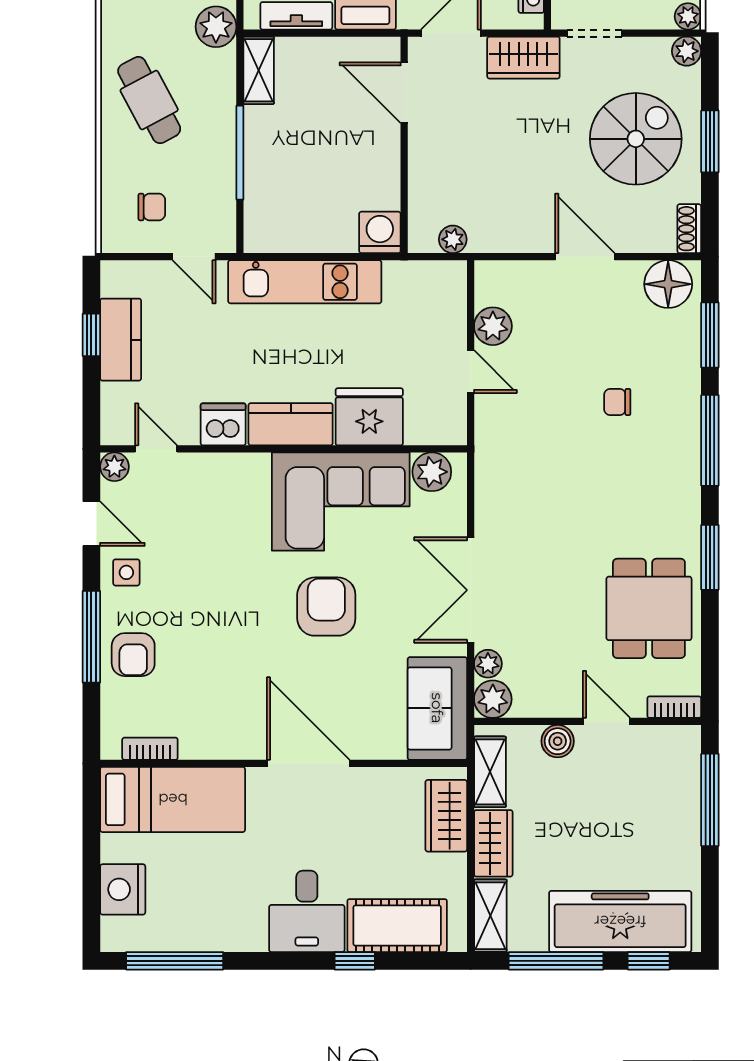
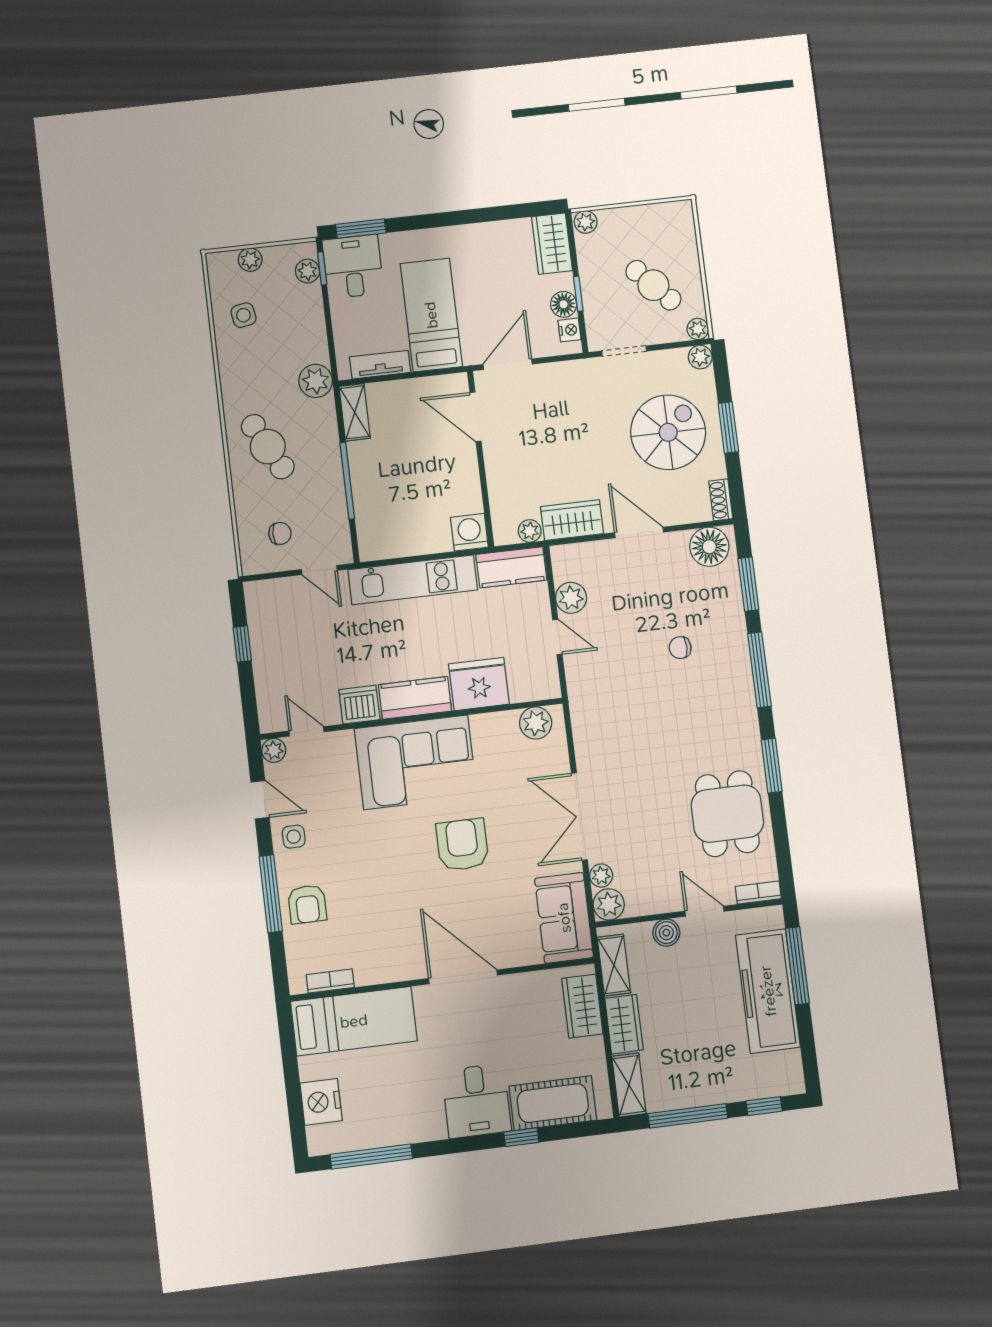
wardrobe: (523, 58) -> (572, 520), moved, turned 180
kitchen counter: (121, 340) -> (511, 567), moved, turned 90
corner sofa: (341, 502) -> (416, 762), moved
freezer: (620, 921) -> (768, 991), moved, turned -90

